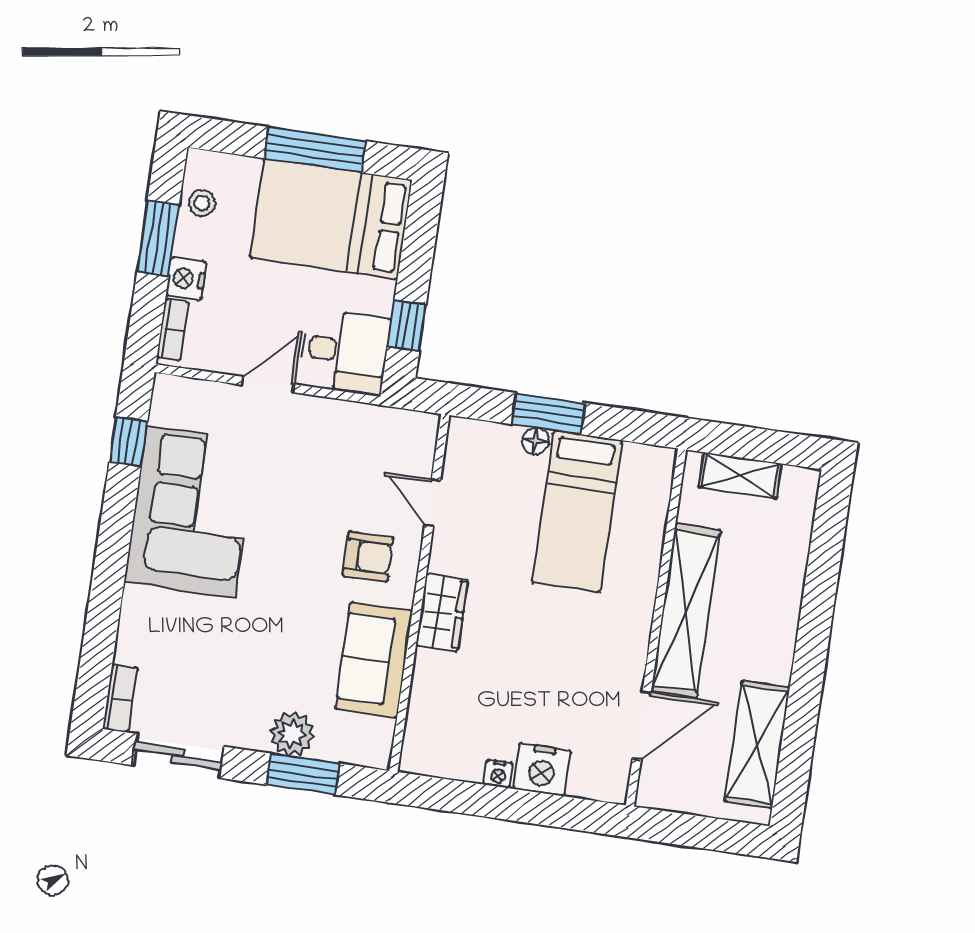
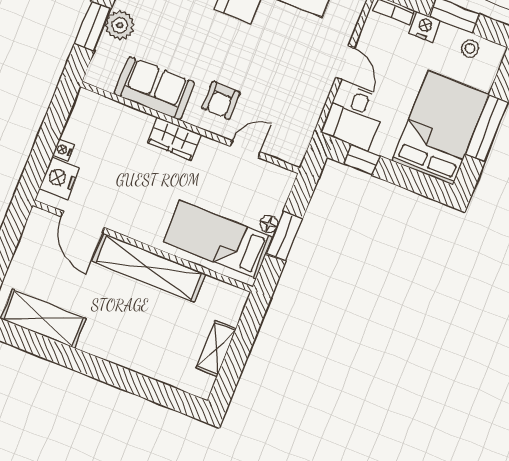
shelving: (686, 611) -> (149, 267), moved
wall: (656, 627) -> (143, 246), moved
door: (642, 726) -> (83, 222), moved

